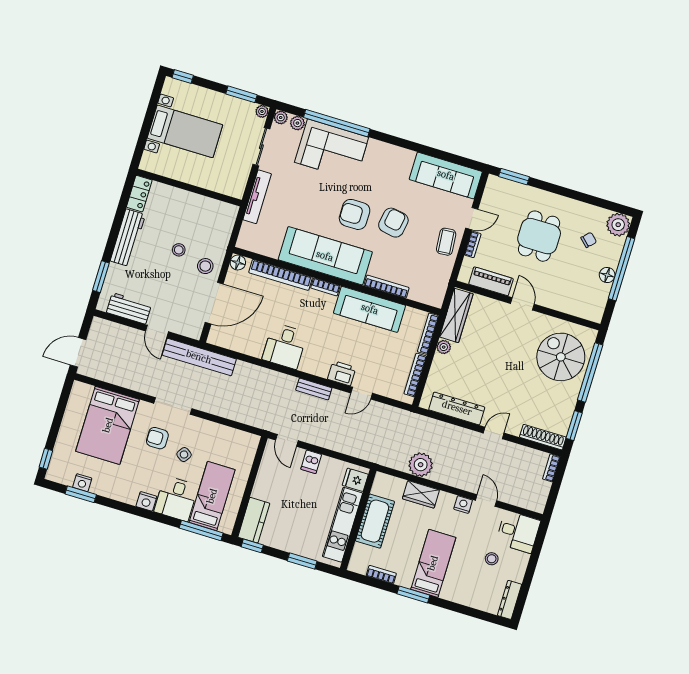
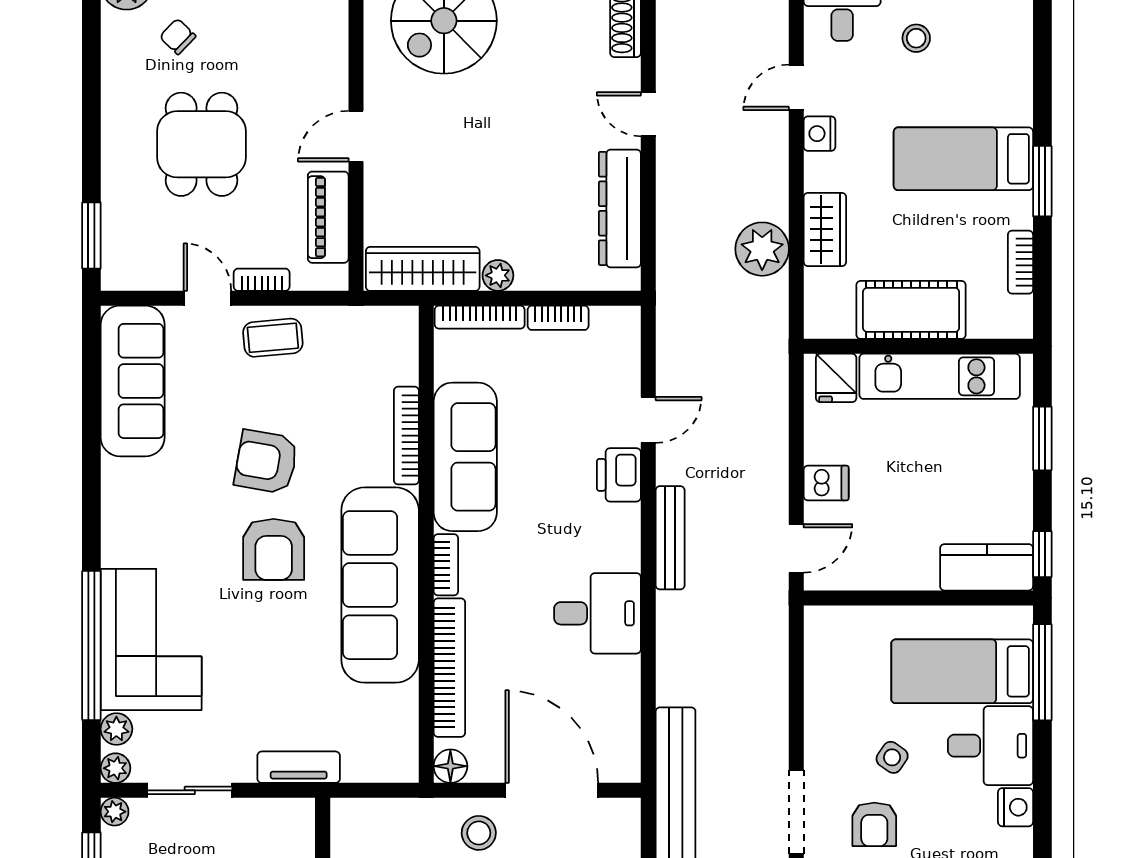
tv unit: (257, 197) -> (299, 767), width x0.71
dining table: (539, 236) -> (201, 144), turned 90
bookcase: (415, 375) -> (558, 318), width x0.64
bench: (314, 389) -> (670, 538), width x1.36
door: (362, 393) -> (648, 420), hinge flipped

